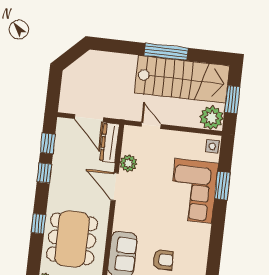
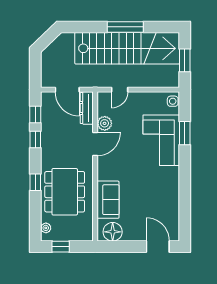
stairs: (182, 79) -> (127, 48), width x1.36
plant: (212, 118) -> (169, 77), removed
door: (151, 125) -> (120, 90), swing flipped
door: (115, 187) -> (95, 144), swing flipped
armchair: (163, 260) -> (143, 200), removed

